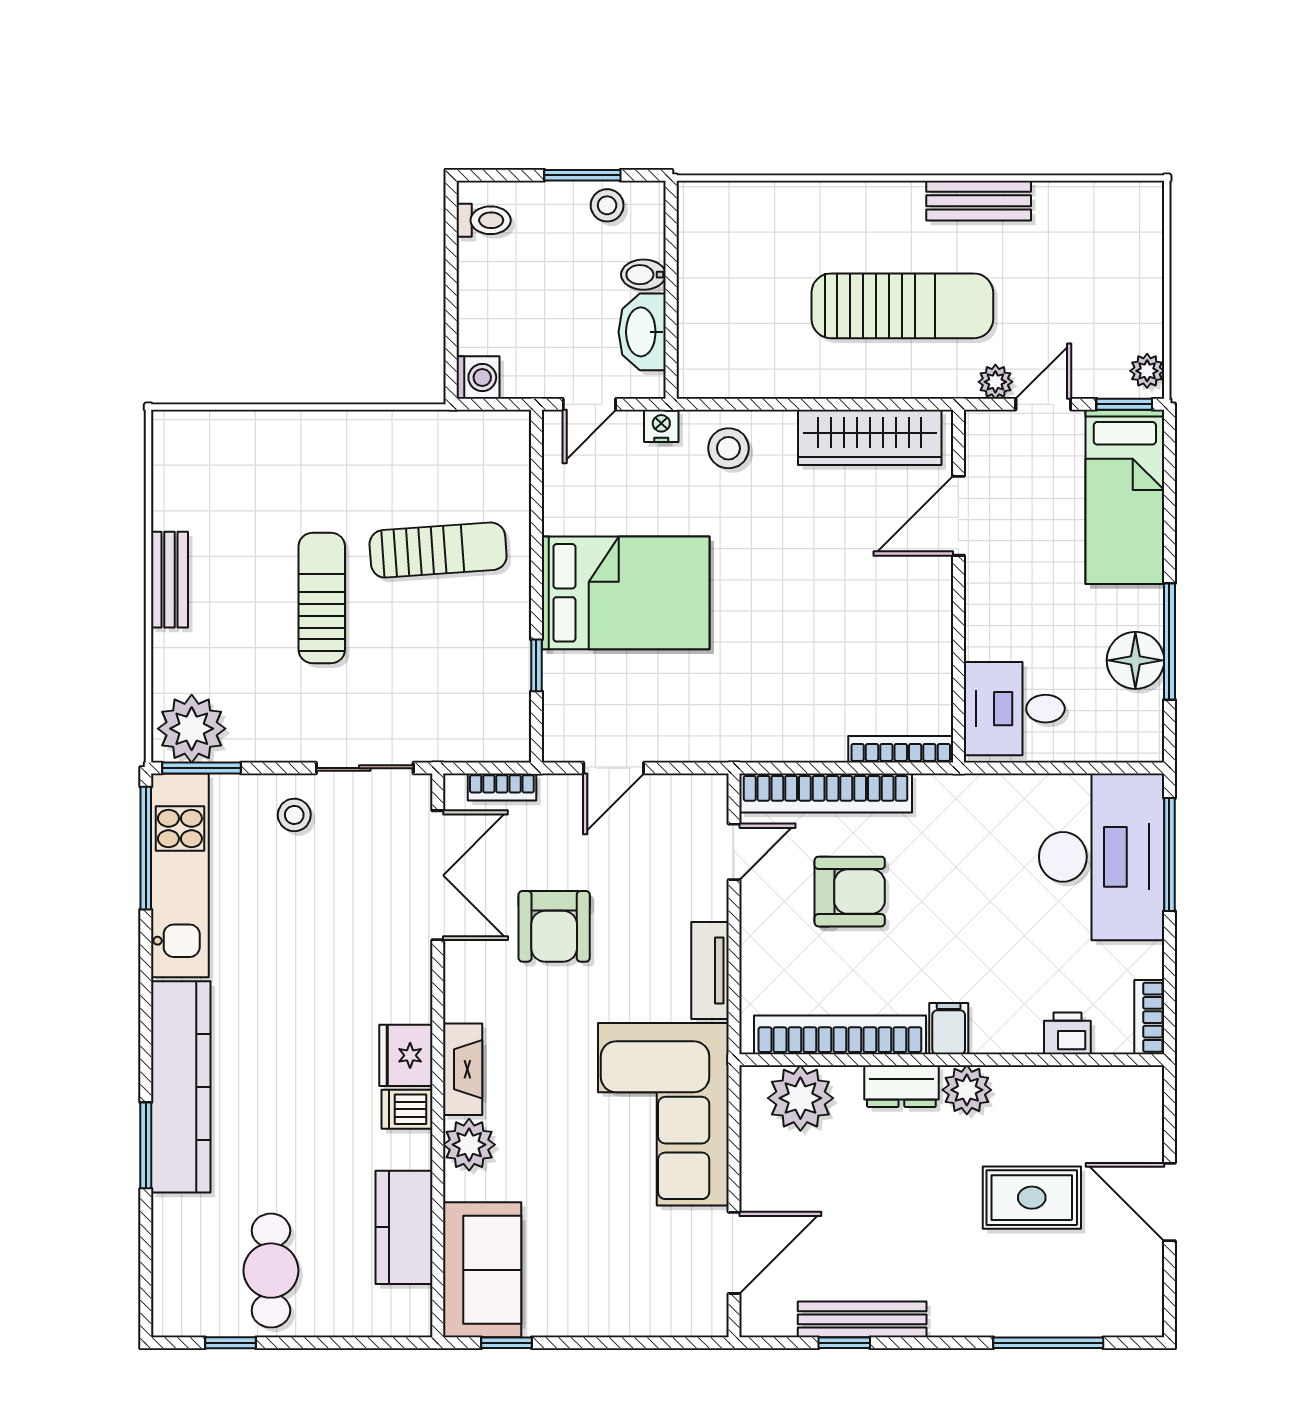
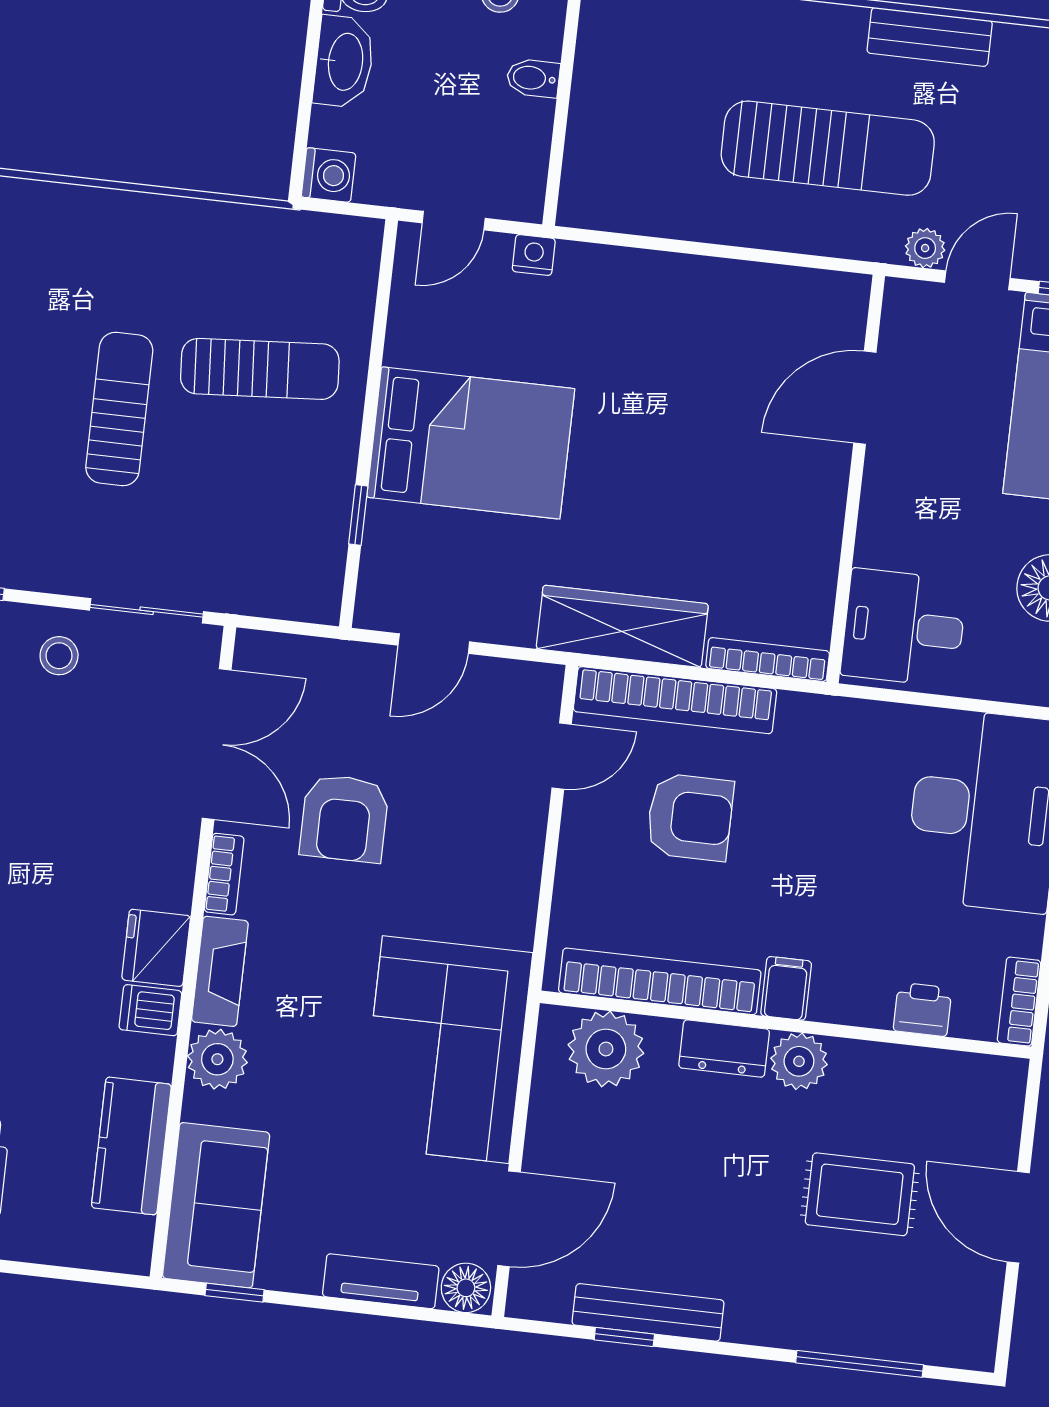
washbasin: (642, 332) -> (344, 62), moved, turned 180
wardrobe: (870, 437) -> (622, 626), moved, turned 180
stool: (728, 448) -> (608, 290), removed
bookcase: (502, 787) -> (224, 874), moved, turned -90
tv unit: (710, 971) -> (381, 1281), moved, turned 90
floor lamp: (704, 1316) -> (466, 1288), added

